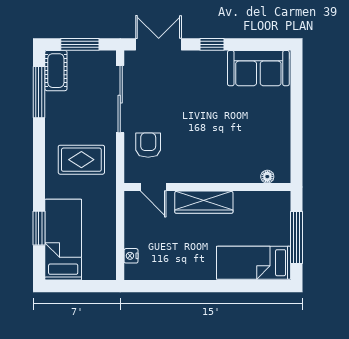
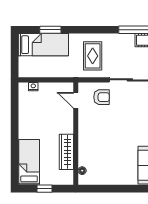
door: (153, 187) -> (76, 100), hinge flipped
wardrobe: (204, 202) -> (66, 152), moved
window: (296, 238) -> (45, 189), width x0.46

